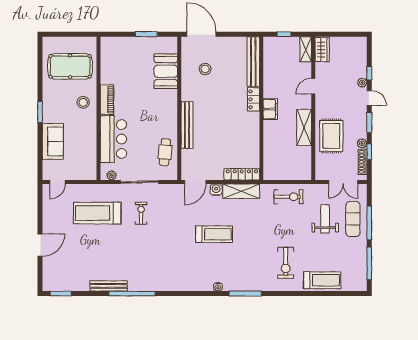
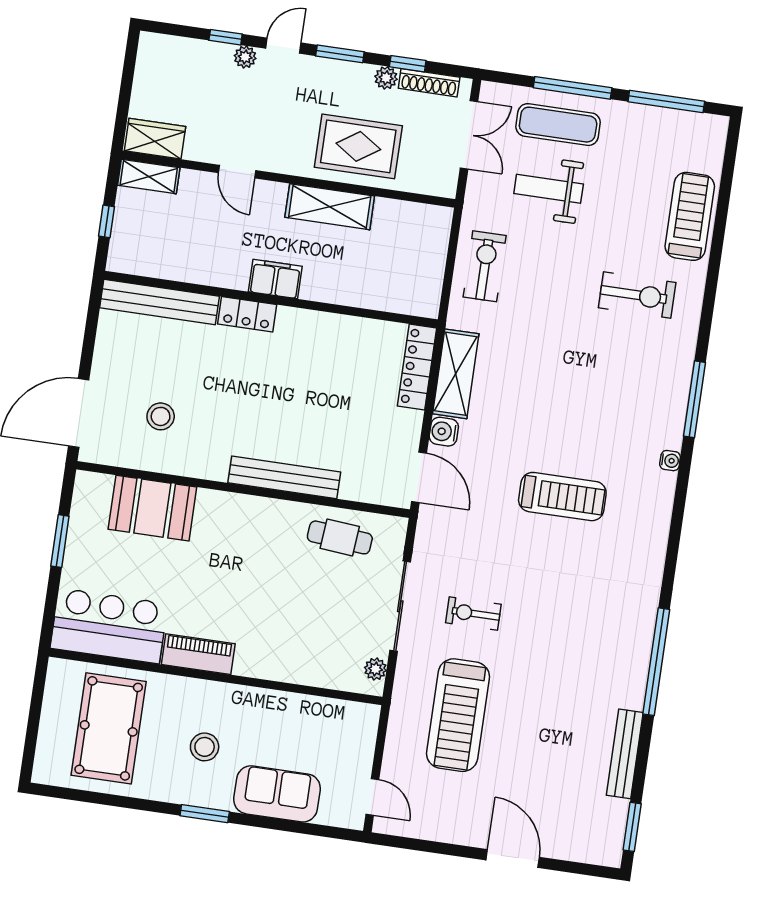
stool: (83, 102) -> (205, 747), moved
bar counter: (113, 139) -> (109, 626), moved
treadmill: (214, 234) -> (562, 497), moved, turned 90
bench: (109, 286) -> (625, 754), moved

